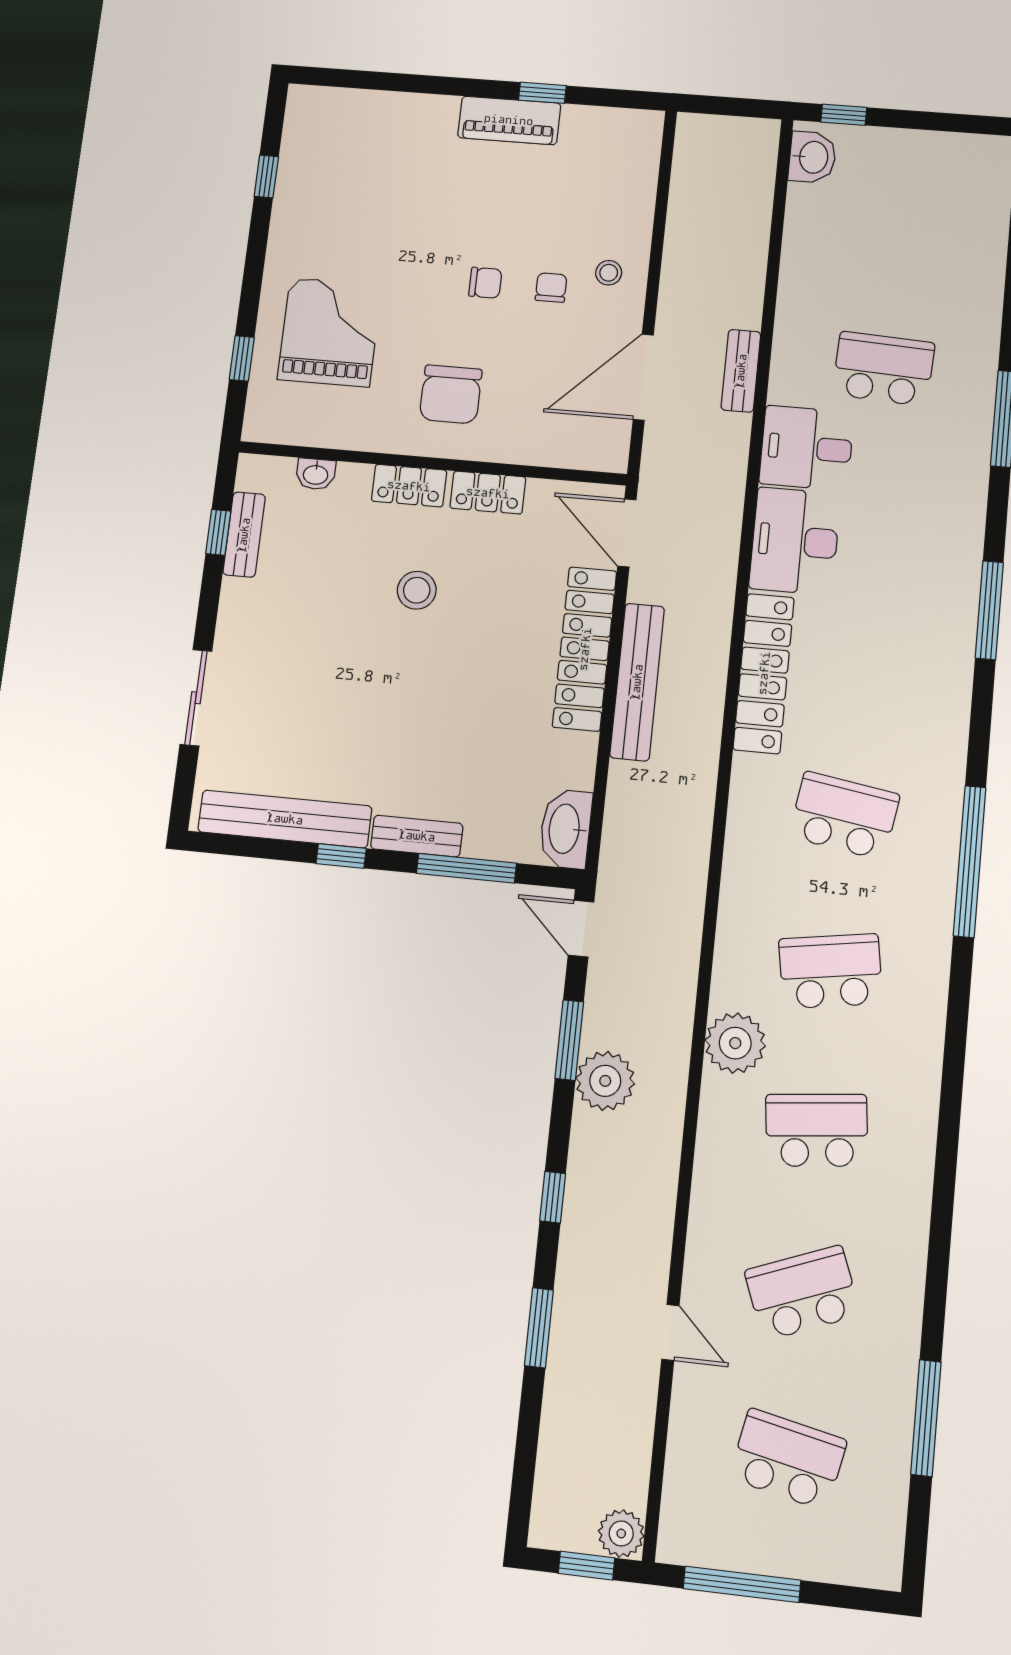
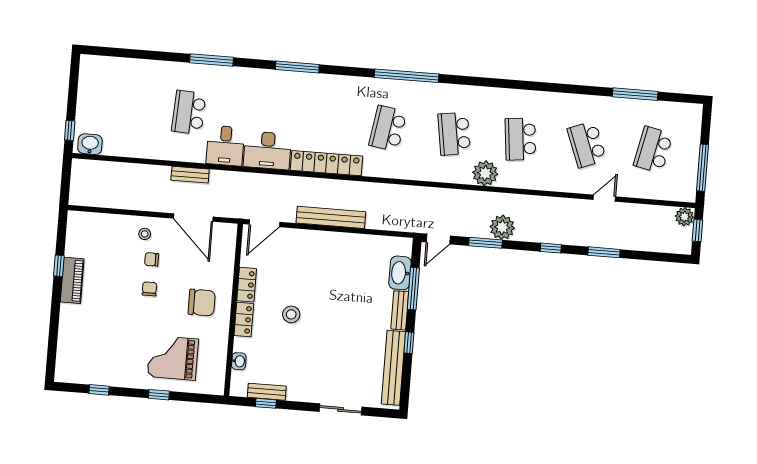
window: (242, 358) -> (159, 395), moved
locker: (585, 649) -> (317, 240), removed
washbasin: (566, 829) -> (400, 273), moved, turned 90

